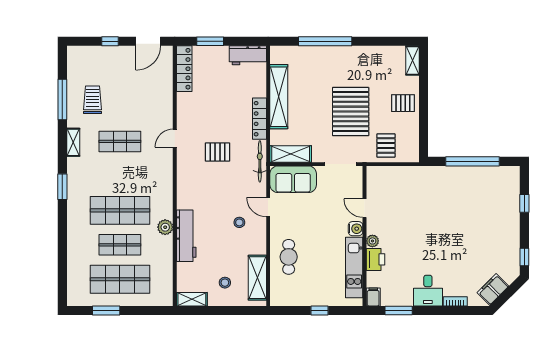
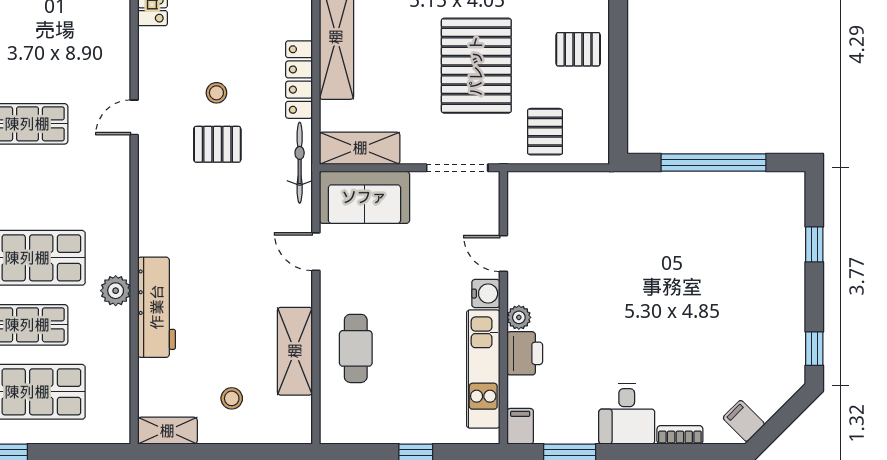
stool: (239, 222) -> (216, 93), moved
shelving: (257, 278) -> (295, 351), moved
filing cabinet: (493, 289) -> (744, 421), width x0.50

